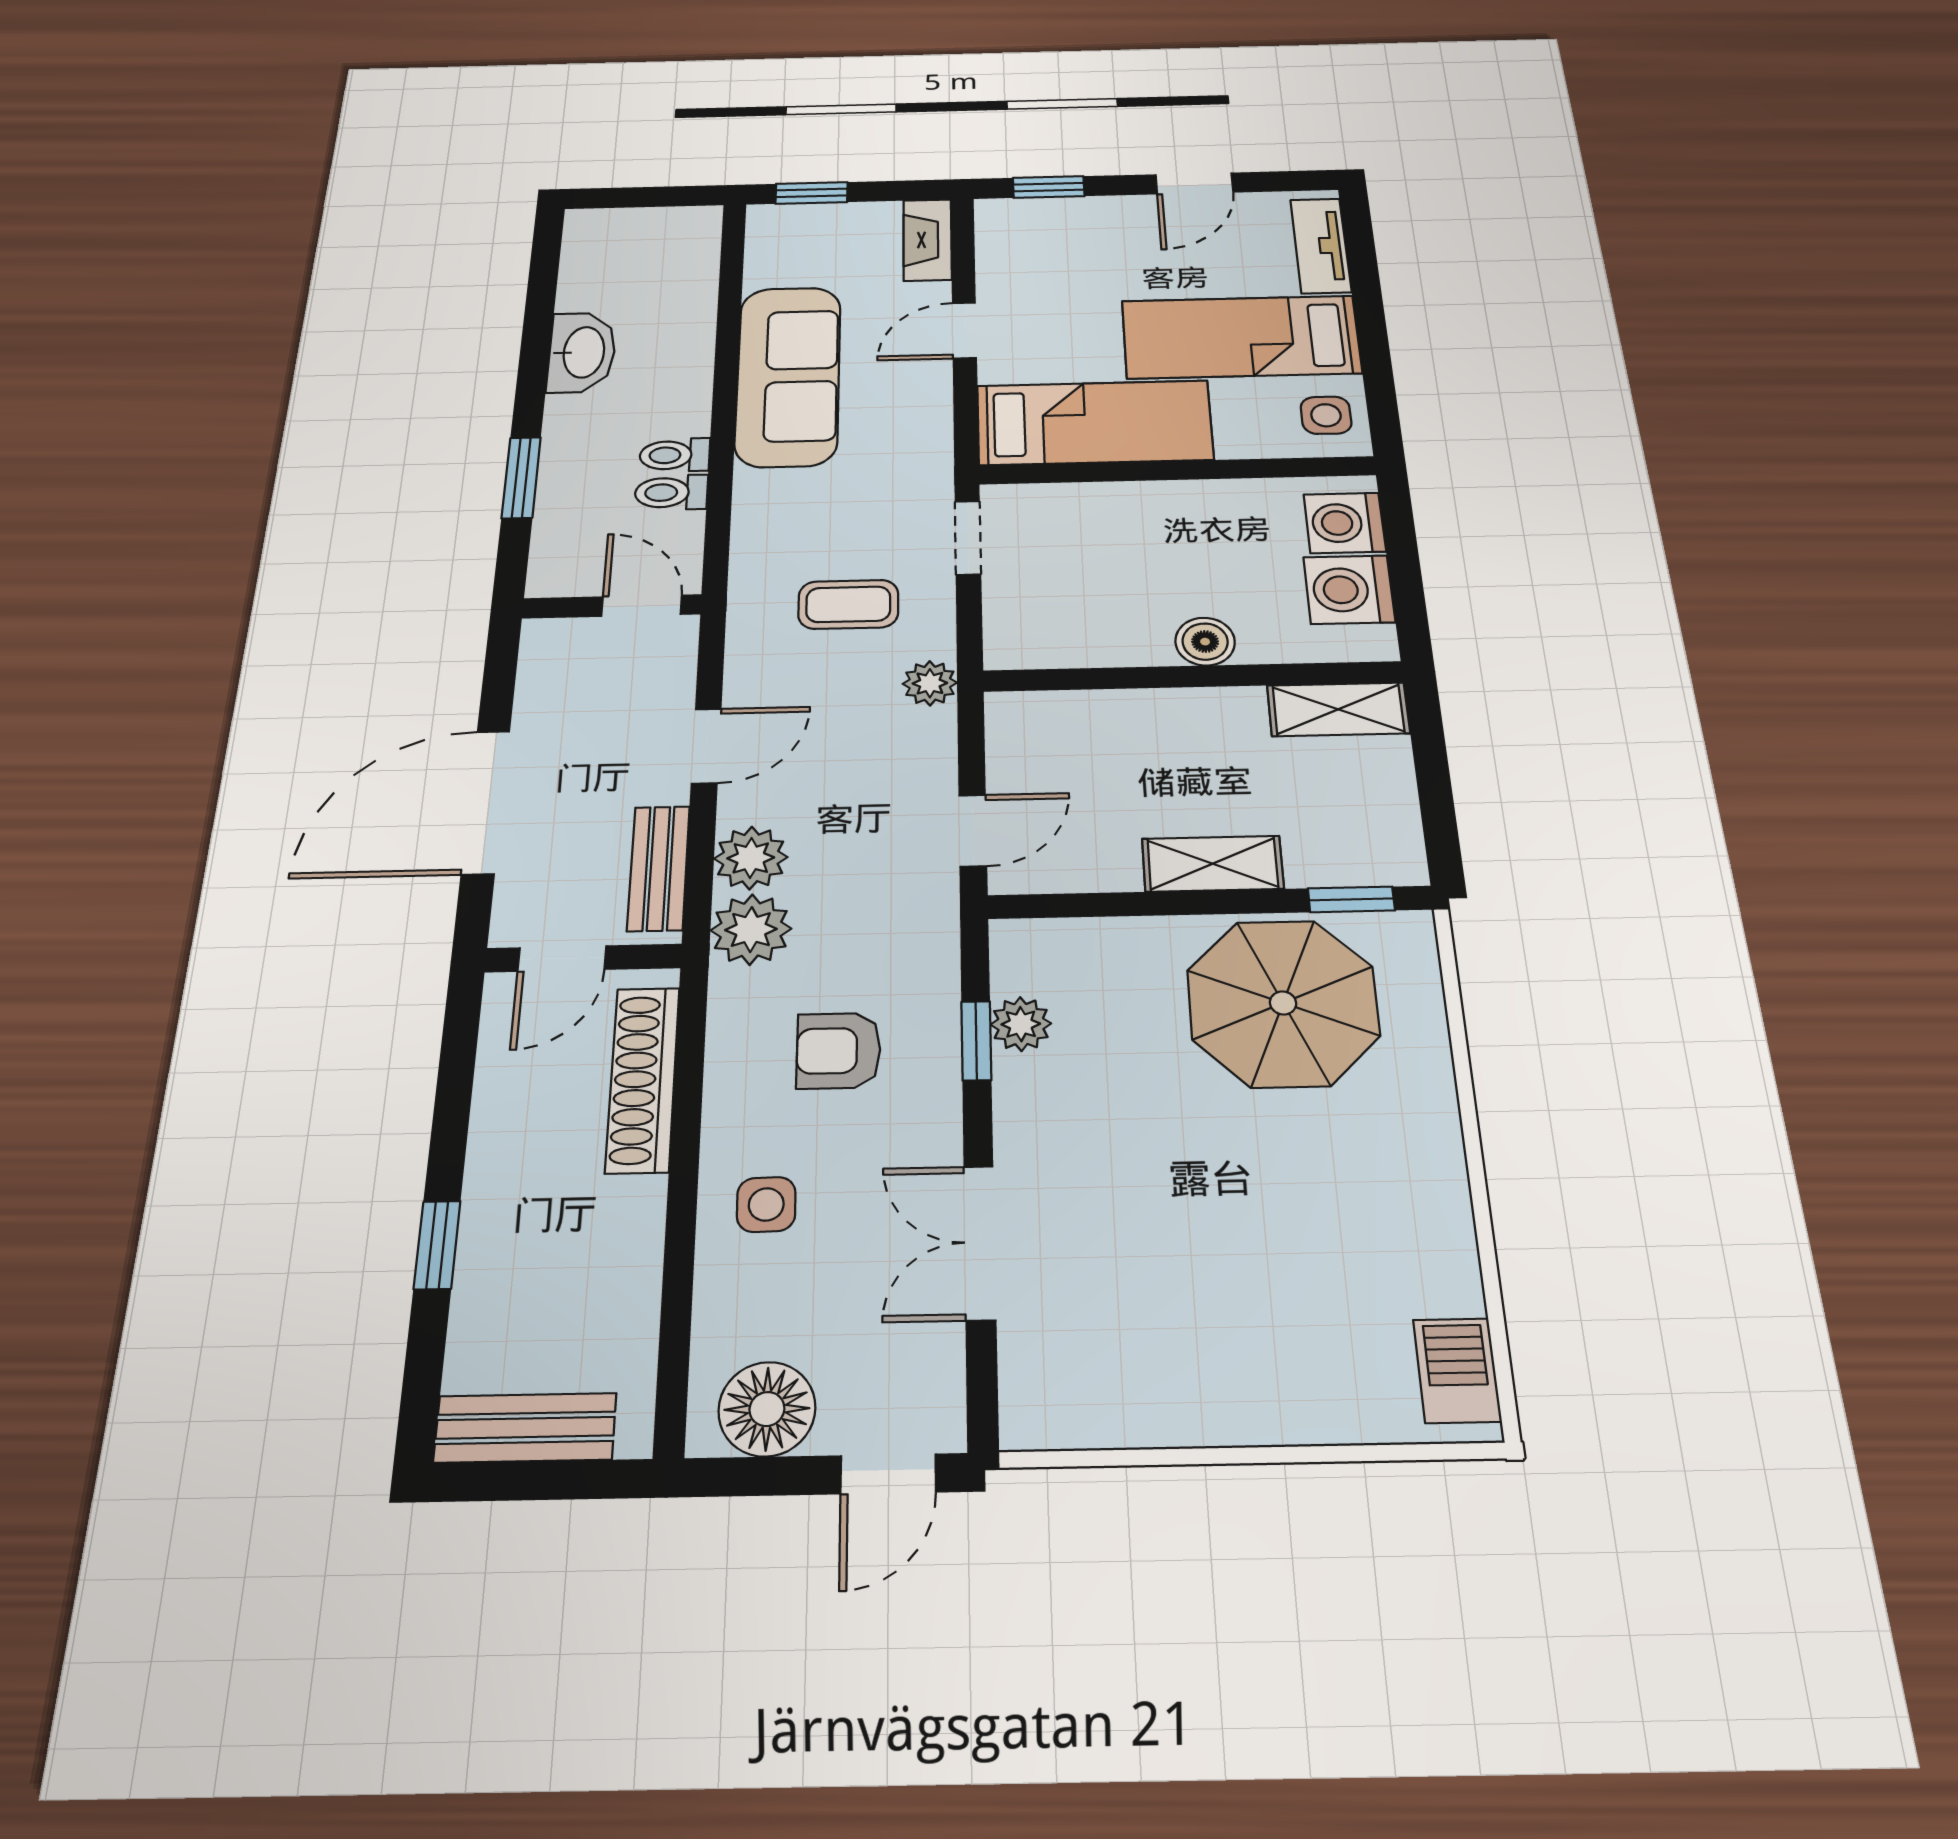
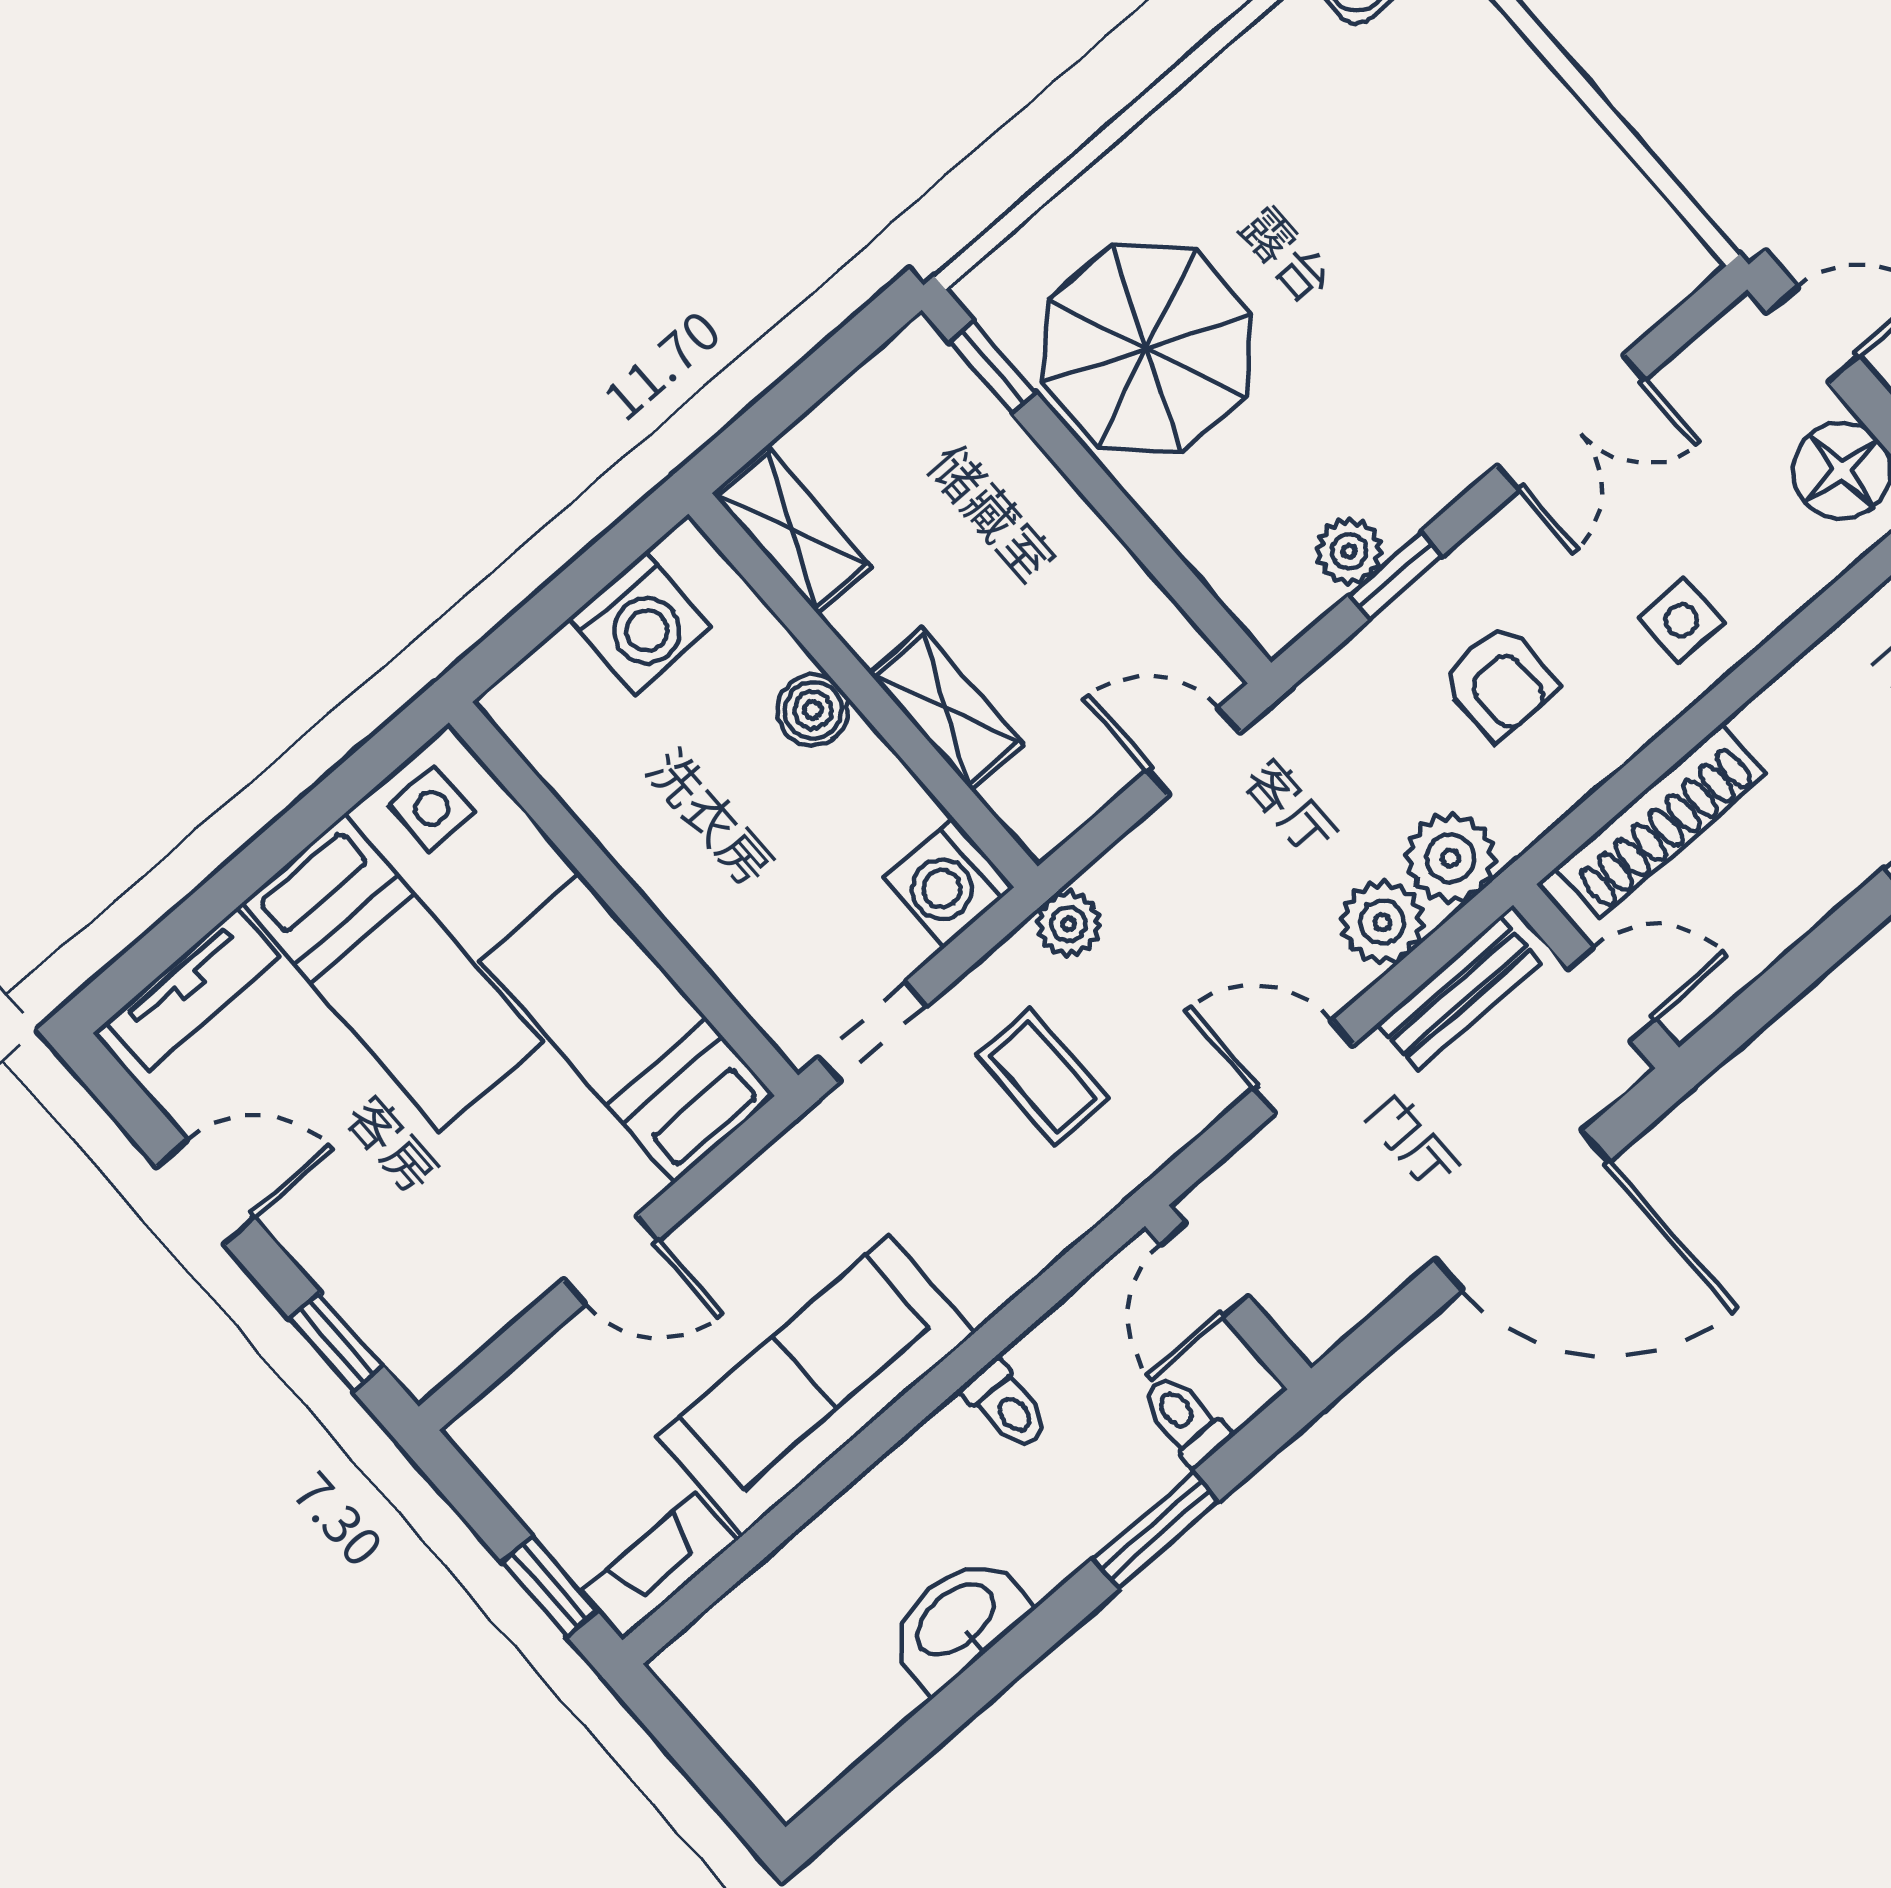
fireplace: (927, 240) -> (660, 1565), moved, turned 180
toilet: (671, 492) -> (1184, 1419), moved, turned 180
washing machine: (1345, 523) -> (949, 883), moved, turned 90
shelving: (1213, 864) -> (946, 709), moved

